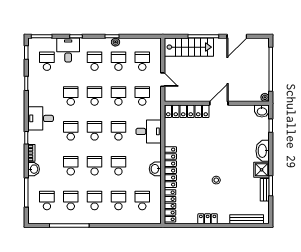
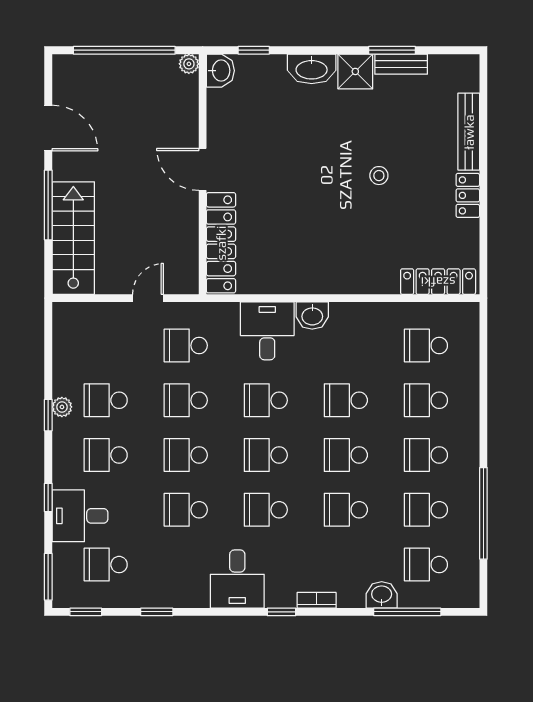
school desk: (142, 61) -> (106, 345), removed
locker: (170, 167) -> (349, 281), removed
washbasin: (34, 169) -> (382, 595), moved
washbasin: (155, 169) -> (312, 316), moved
bench: (247, 219) -> (469, 132), moved

